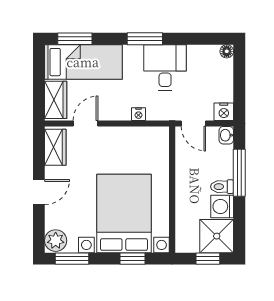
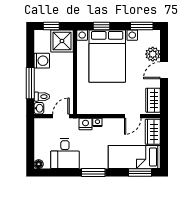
desk: (165, 67) -> (65, 153), moved
nightstand: (224, 112) -> (86, 124), moved
door: (193, 123) -> (61, 116), hinge flipped
toilet: (222, 187) -> (42, 97), moved
shower: (217, 236) -> (62, 41), moved
plant: (56, 241) -> (153, 54), moved

